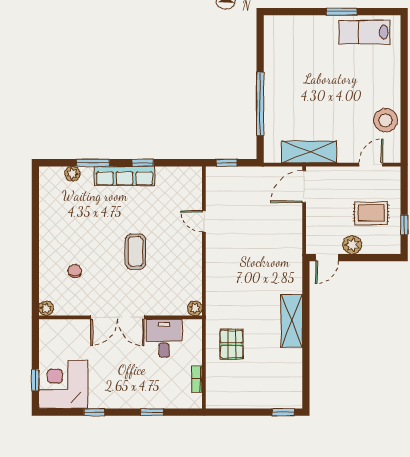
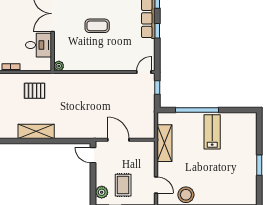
lab bench: (364, 32) -> (212, 132), moved
door: (304, 187) -> (118, 140), moved
door: (204, 221) -> (144, 72), moved
plant: (352, 245) -> (102, 192), moved
shelving: (292, 321) -> (36, 131), moved

